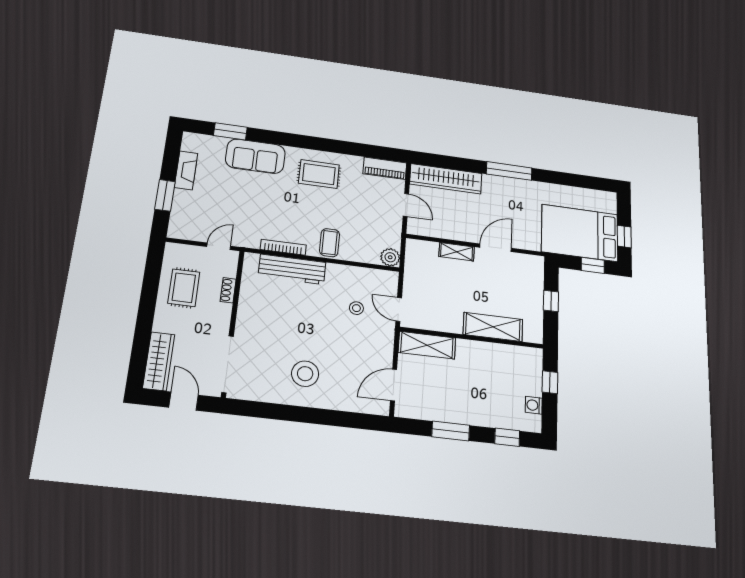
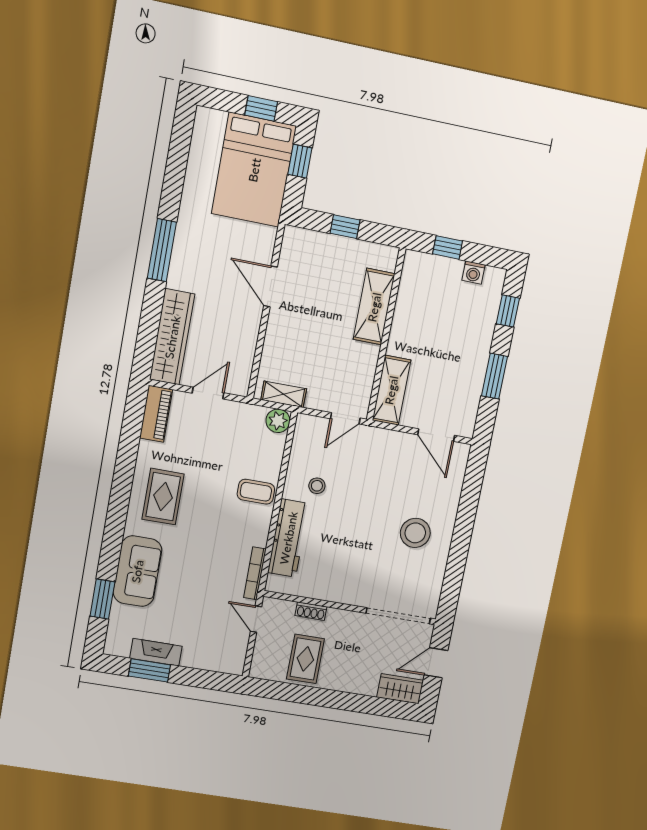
window: (165, 195) -> (149, 670), moved
bookcase: (283, 247) -> (255, 573), moved
shelving: (457, 252) -> (284, 394), moved, turned 90
rug: (184, 288) -> (305, 659), turned 90
stool: (356, 308) -> (317, 486), moved
wardrobe: (159, 361) -> (400, 689), width x0.67

